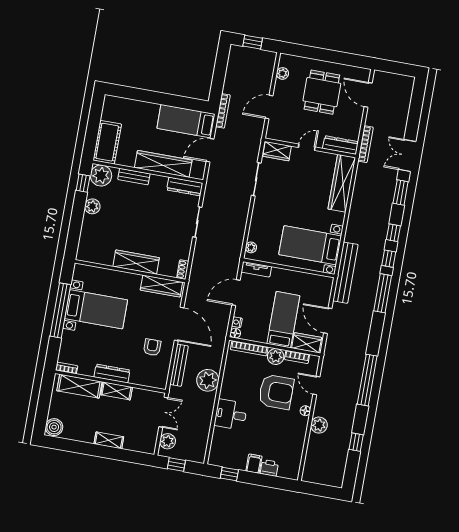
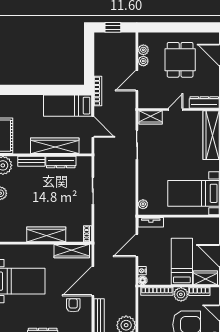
plant: (280, 86) -> (143, 61), added
door: (210, 150) -> (93, 127), swing flipped
dresser: (185, 186) -> (61, 162), moved
door: (179, 324) -> (93, 281), swing flipped

